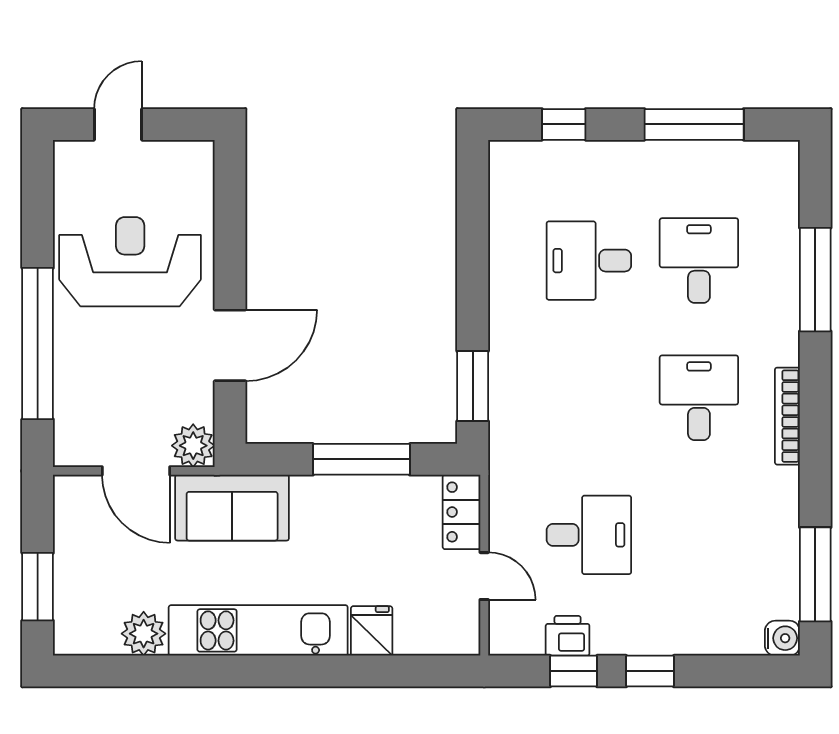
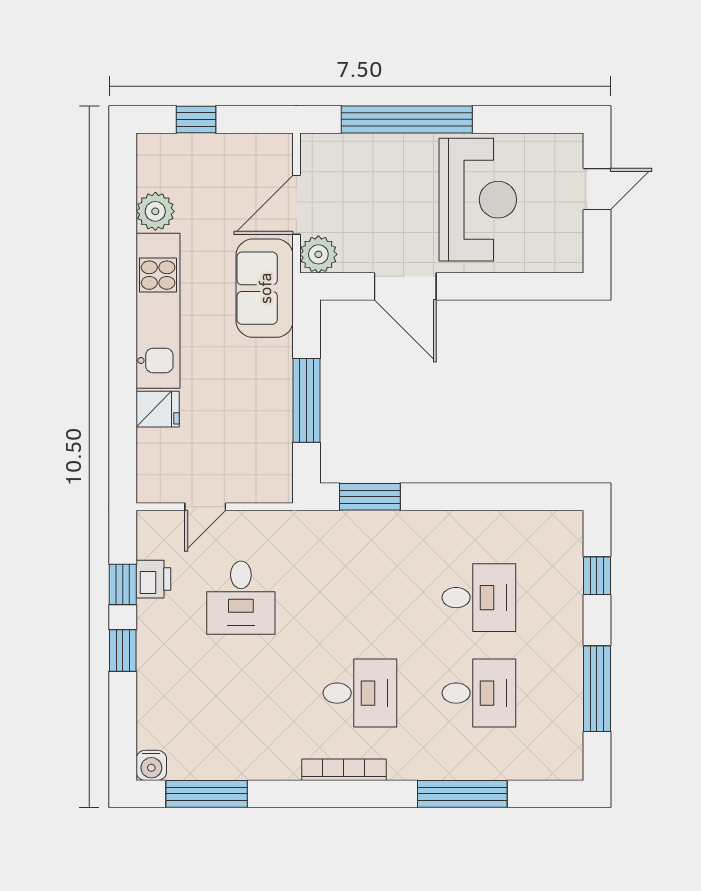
door: (118, 124) -> (597, 189), hinge flipped
desk: (589, 261) -> (479, 598), turned 90
locker: (461, 512) -> (261, 487), removed
window: (38, 587) -> (196, 119), width x0.67

